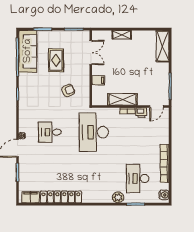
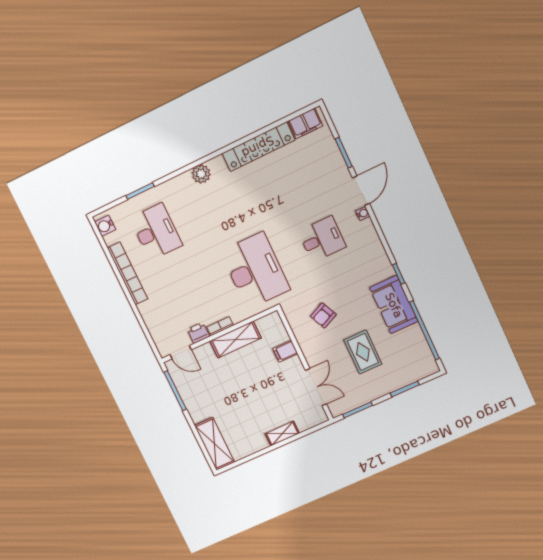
sofa: (28, 51) -> (394, 305), moved, width x0.73
double door: (91, 53) -> (316, 387), swing flipped
door: (156, 107) -> (181, 352), swing flipped
plant: (118, 197) -> (201, 174), moved

